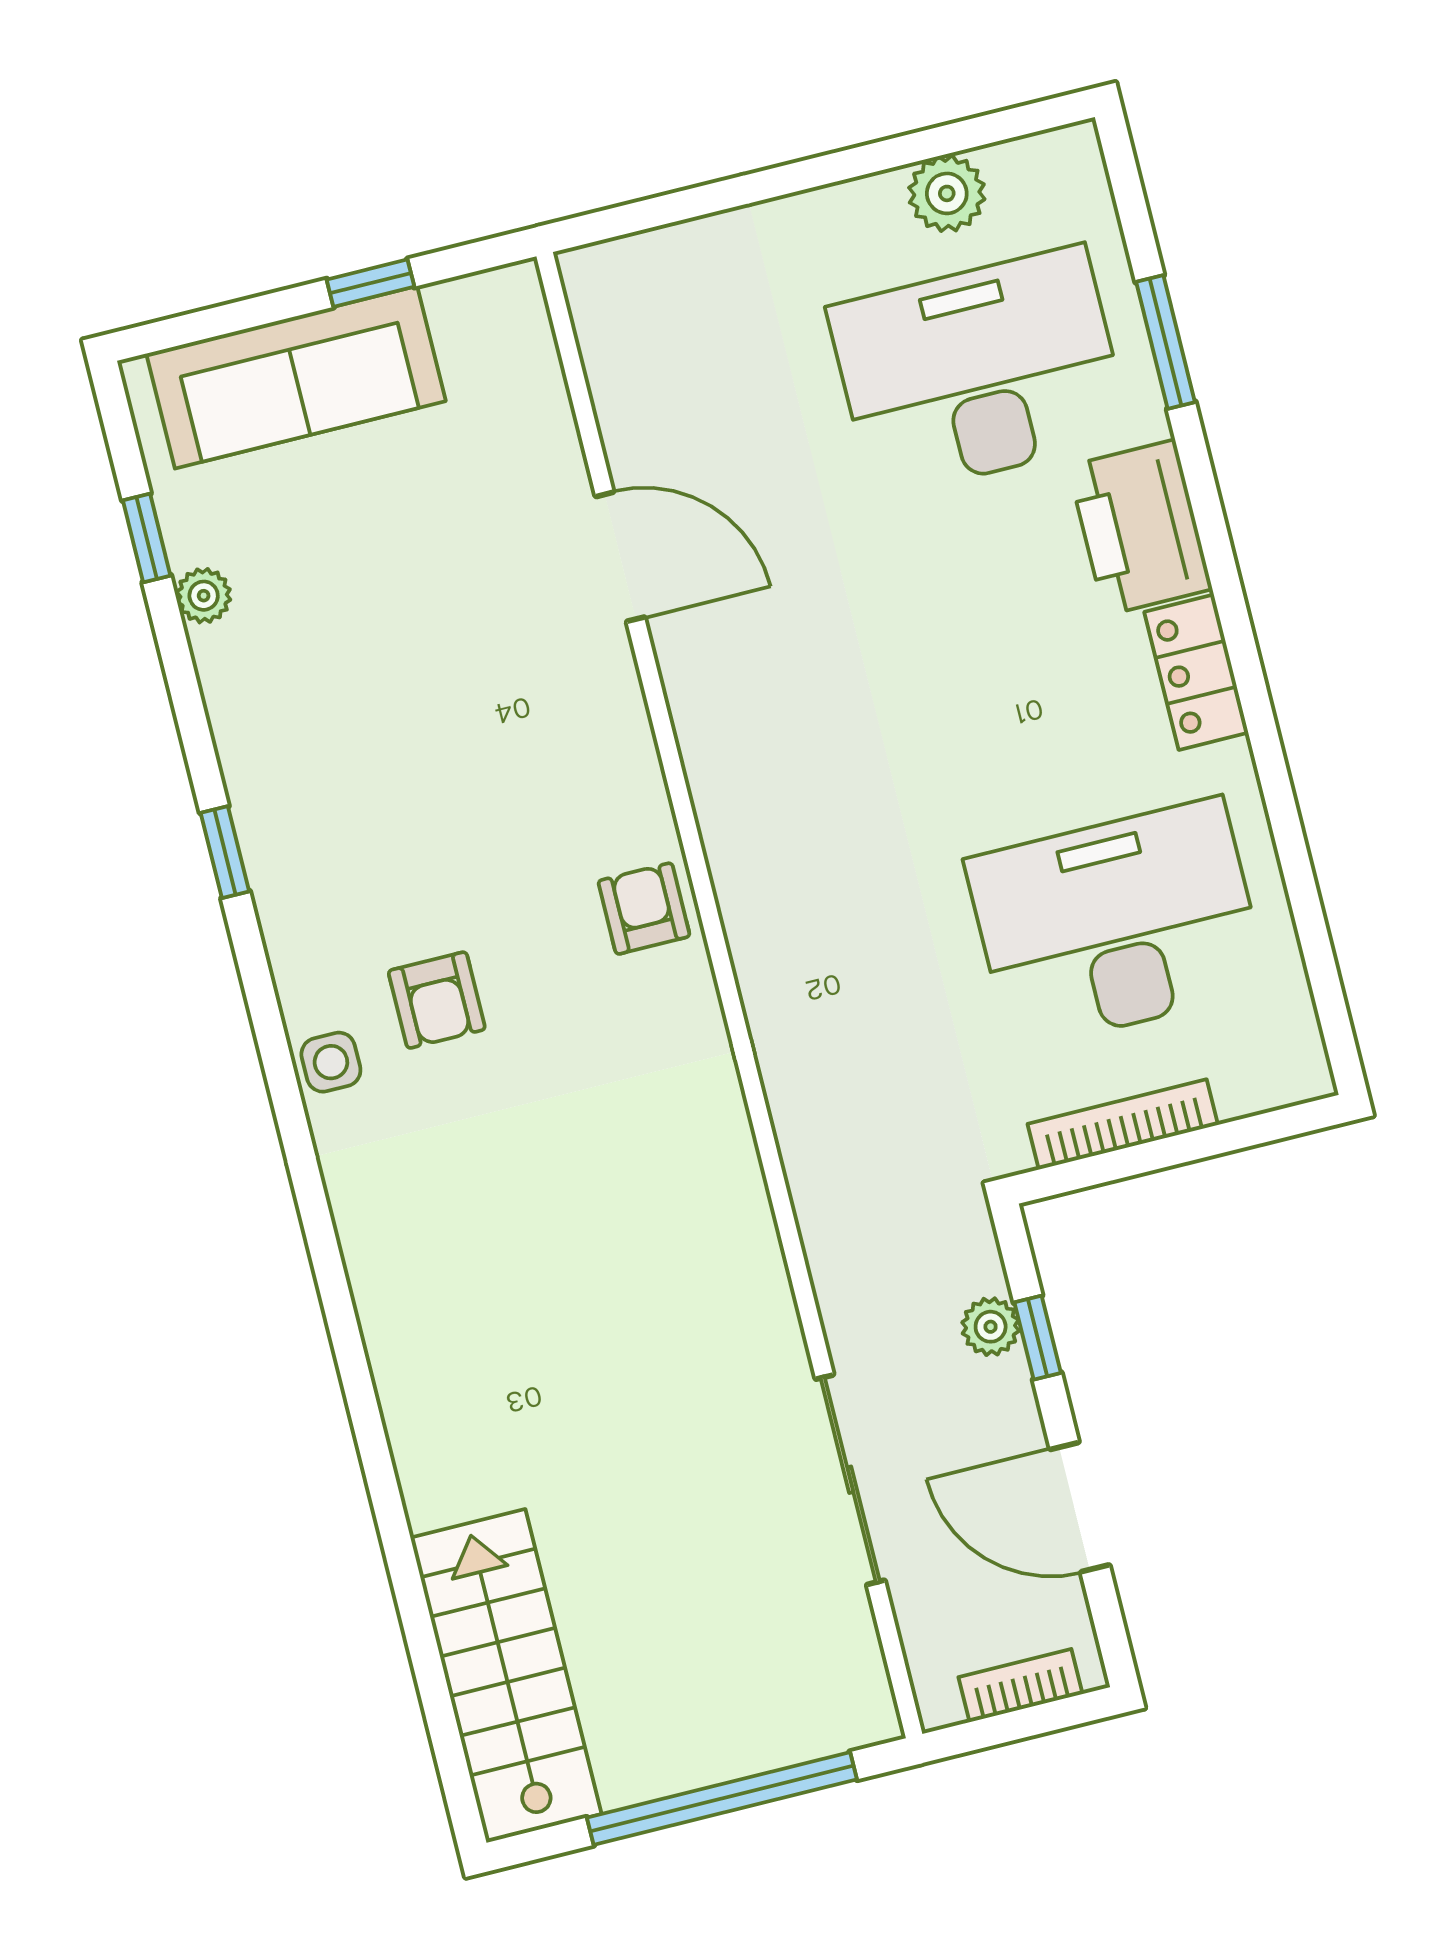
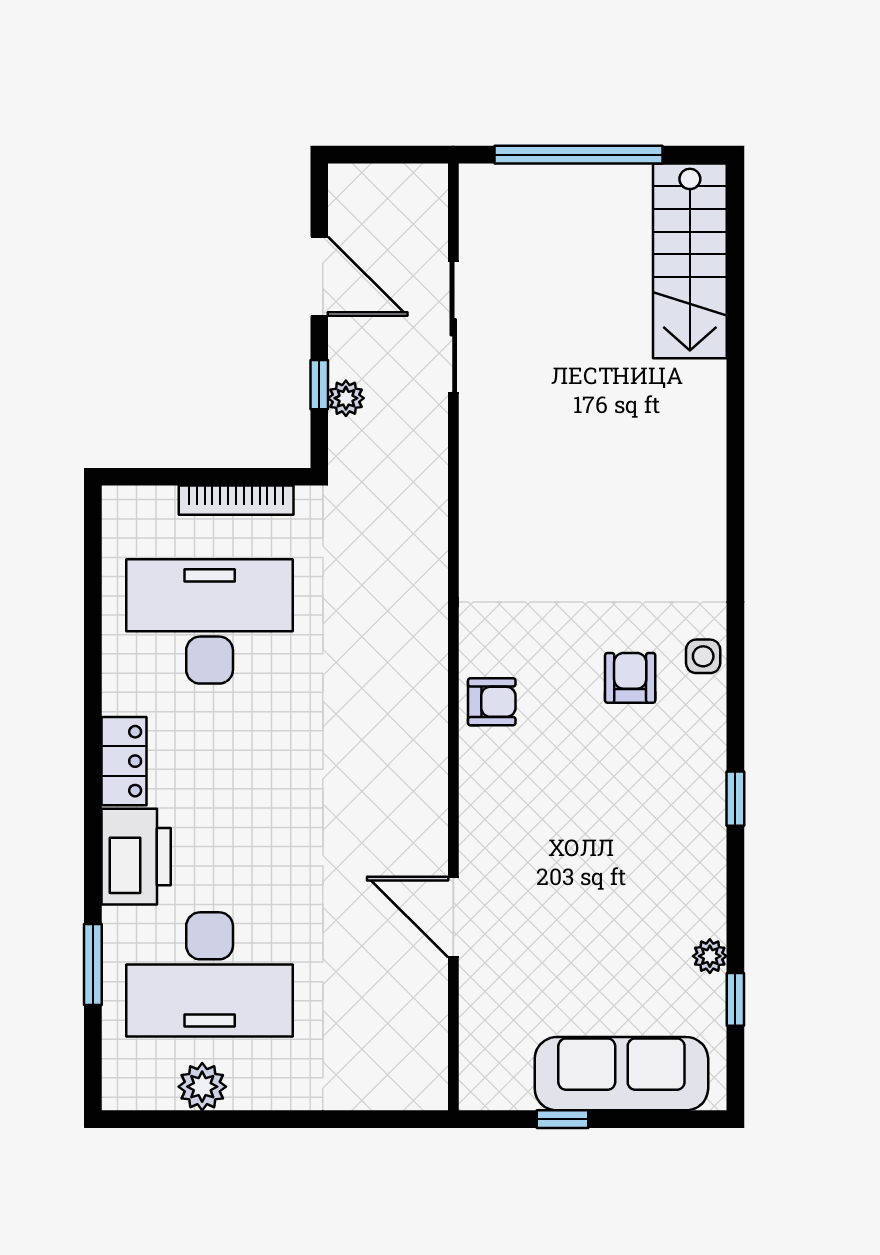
armchair: (644, 909) -> (492, 702), turned -90
desk: (1117, 924) -> (210, 621), turned 180
bookcase: (1021, 1686) -> (382, 178), removed

